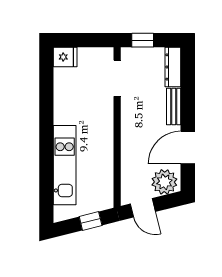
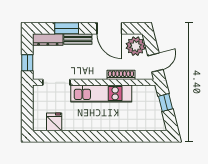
fridge: (65, 57) -> (54, 122), moved
window: (188, 92) -> (67, 28), added
shoe rack: (127, 163) -> (121, 75), added
kitchen unit: (65, 165) -> (101, 93), moved, turned 180

